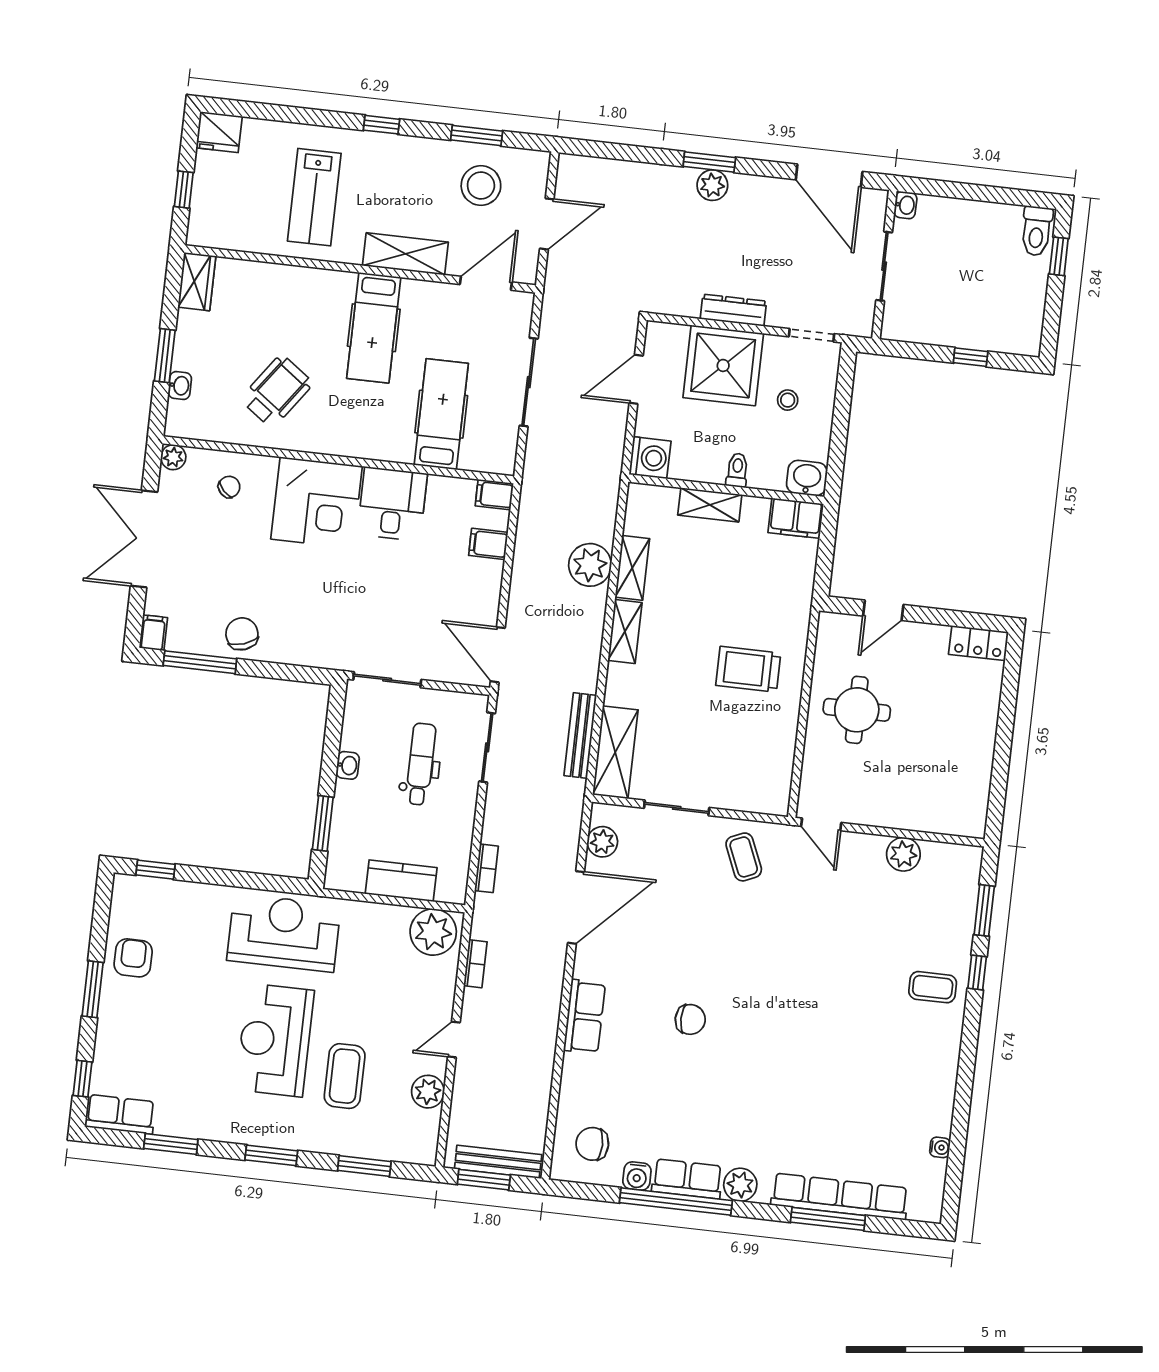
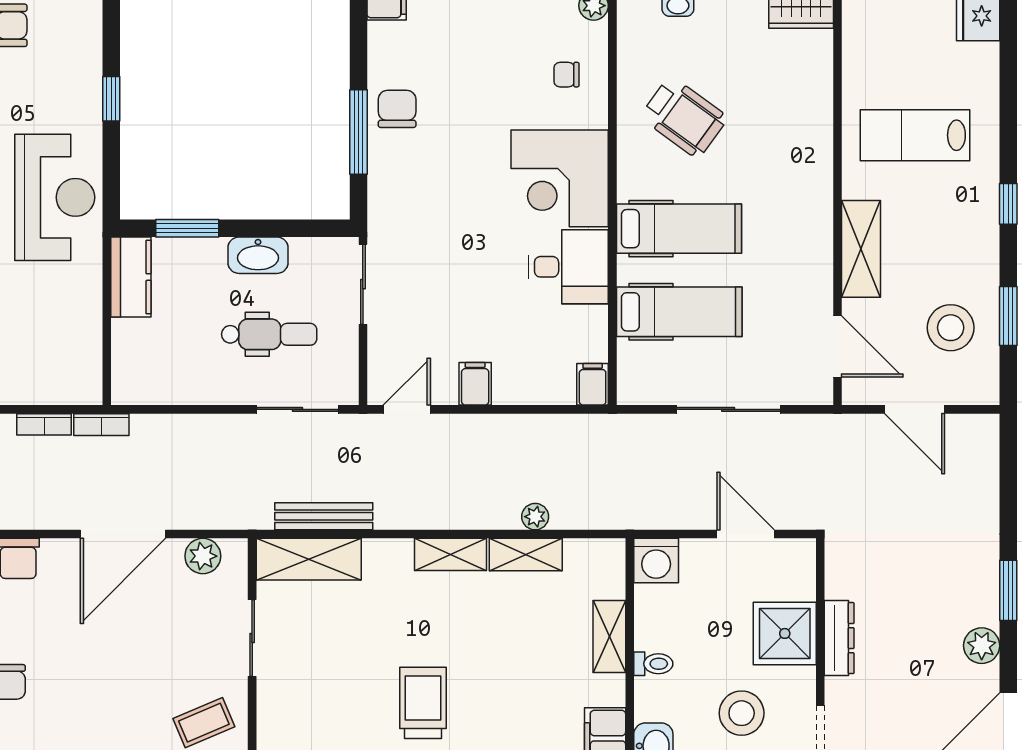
plant: (712, 185) -> (982, 646), moved
hospital bed: (374, 328) -> (679, 229), moved, turned 180
shower: (723, 365) -> (785, 633), width x0.73, depth x0.73
stool: (788, 400) -> (742, 713), width x1.89, depth x1.89
chair: (229, 487) -> (566, 75), turned 134
filing cabinet: (488, 544) -> (475, 384), moved
plant: (590, 565) -> (535, 517), width x0.53, depth x0.53
chair: (242, 634) -> (397, 109), turned -71
door: (498, 655) -> (407, 409), width x0.73
window: (200, 662) -> (358, 132), moved
washbasin: (348, 765) -> (258, 255), width x1.91, depth x1.45
bookcase: (486, 868) -> (101, 425), moved
window: (156, 870) -> (111, 99), moved
kitchen counter: (401, 881) -> (131, 277), moved
door: (576, 907) -> (123, 534), hinge flipped
plant: (433, 932) -> (75, 371), removed

